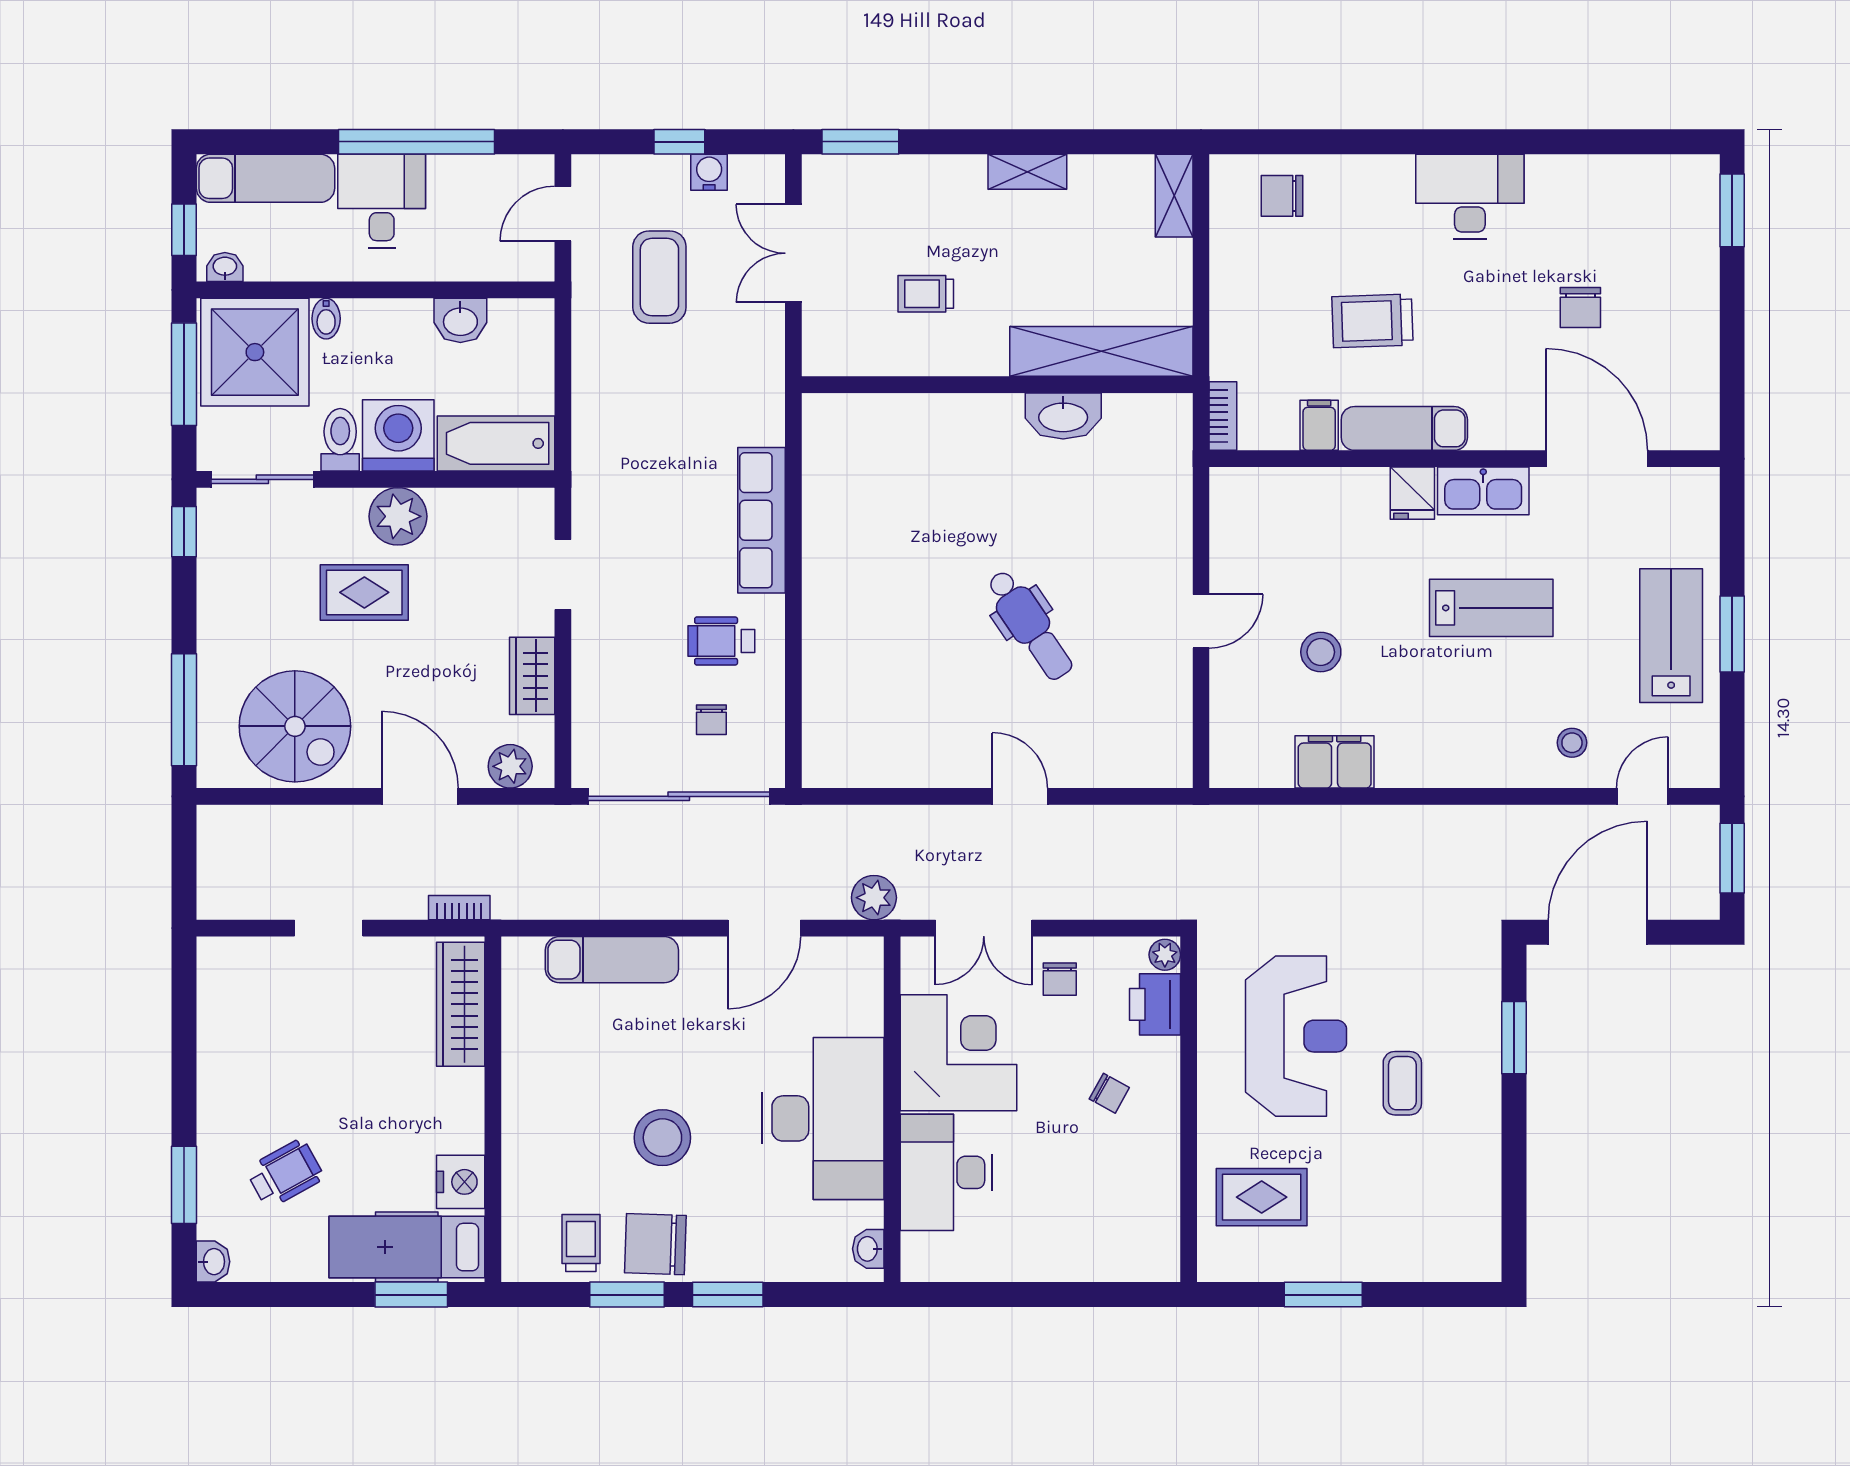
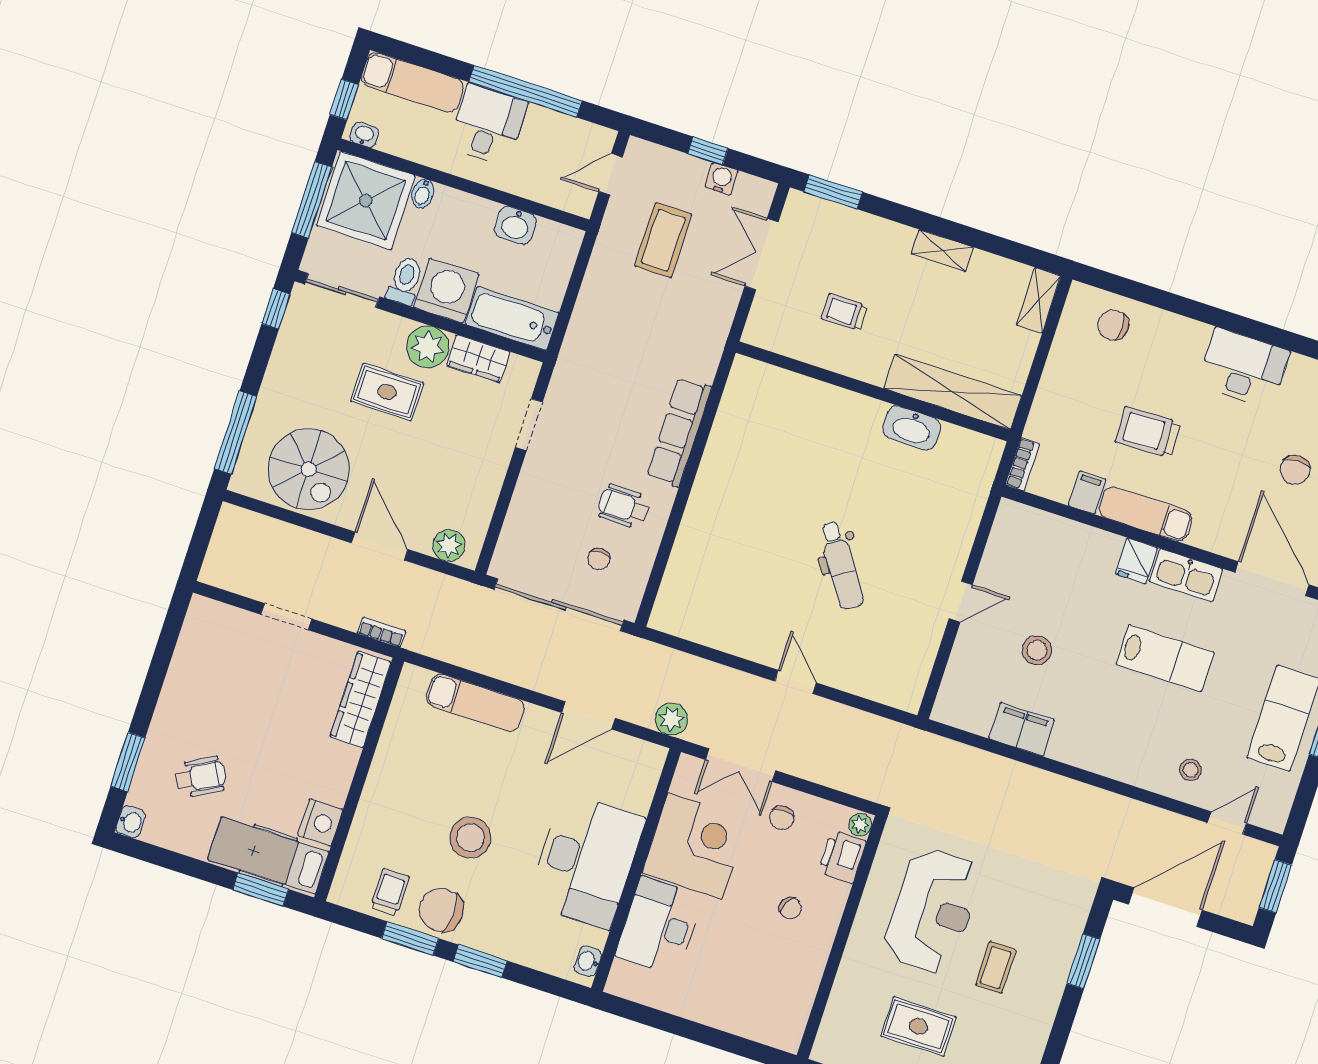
wardrobe: (532, 676) -> (478, 359), moved, turned -90
rug: (1262, 1197) -> (918, 1026), moved

